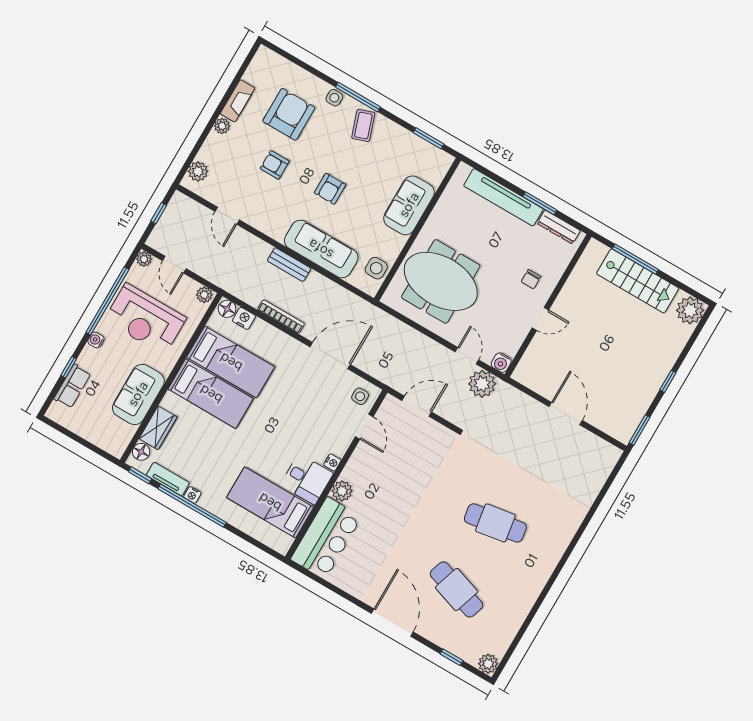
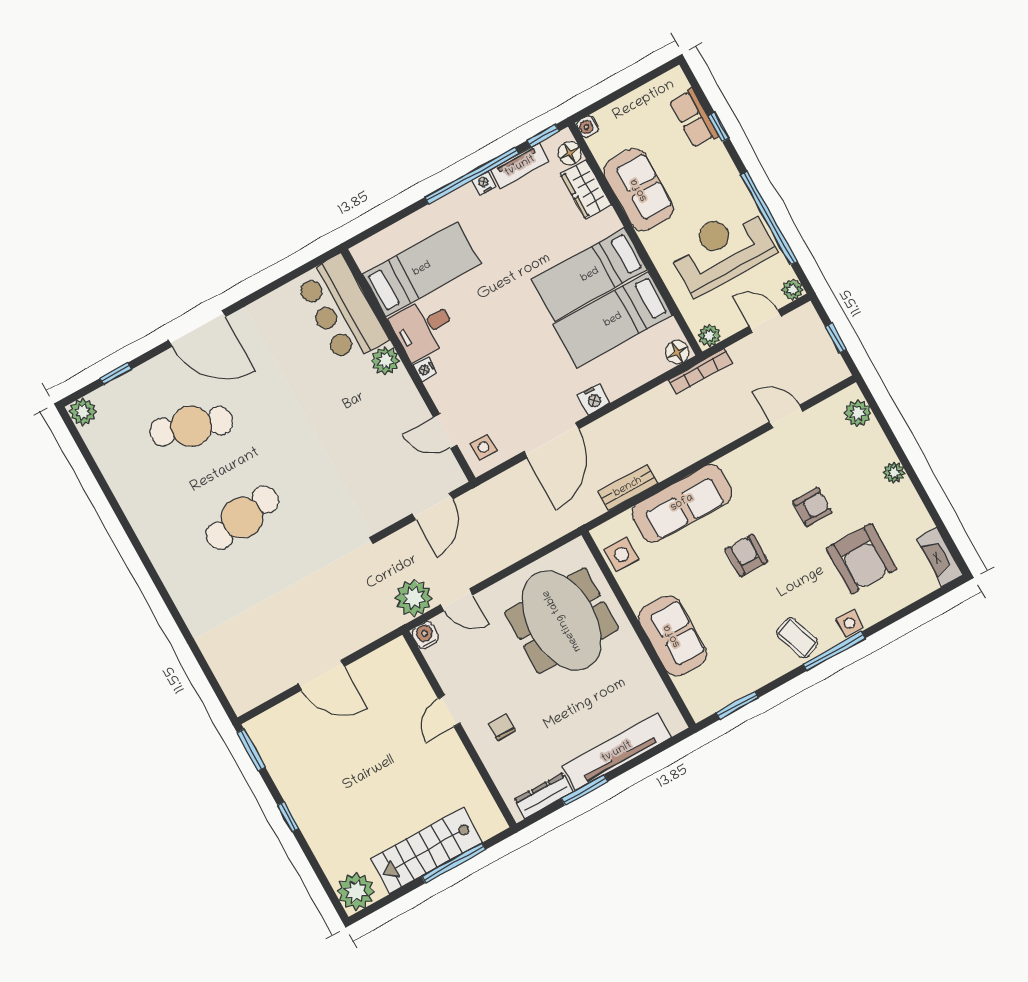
fireplace: (238, 101) -> (940, 557), moved
bench: (289, 265) -> (628, 487), moved
meeting table: (441, 281) -> (562, 621), turned 90
bookcase: (281, 317) -> (700, 371), moved
nightstand: (244, 318) -> (594, 399), moved
water cooler: (96, 340) -> (588, 126), moved, turned 180

